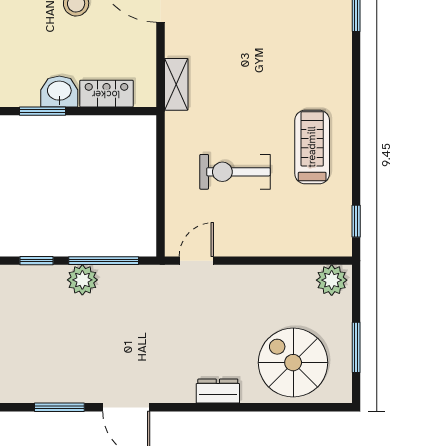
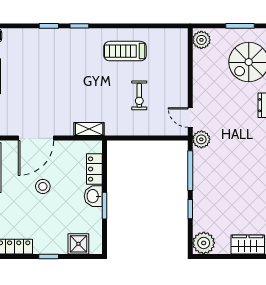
exercise bike: (235, 172) -> (139, 95), width x0.73, depth x0.72
window: (356, 221) -> (79, 26), moved
plant: (82, 280) -> (201, 139), moved

